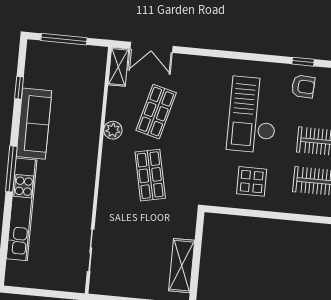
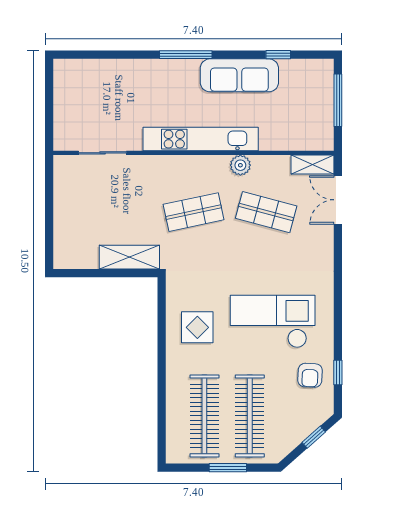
kitchen unit: (22, 209) -> (201, 139), moved, turned 180
shelving: (182, 266) -> (129, 257), moved

